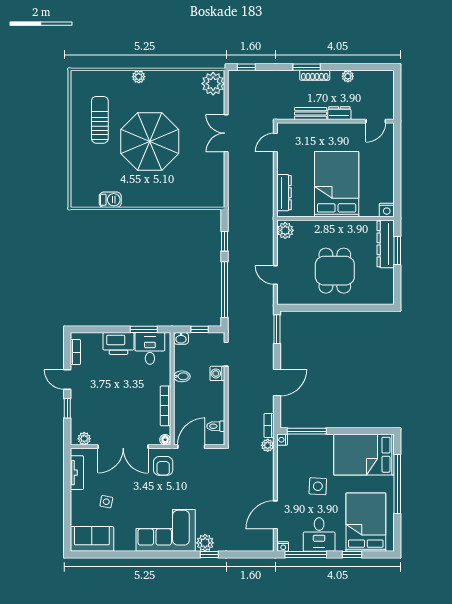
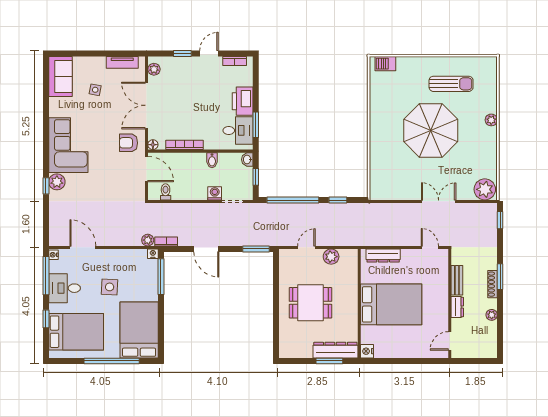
door: (376, 121) -> (450, 341), hinge flipped
barbecue: (110, 200) -> (385, 64), moved, turned 90
plant: (285, 230) -> (331, 257), moved

